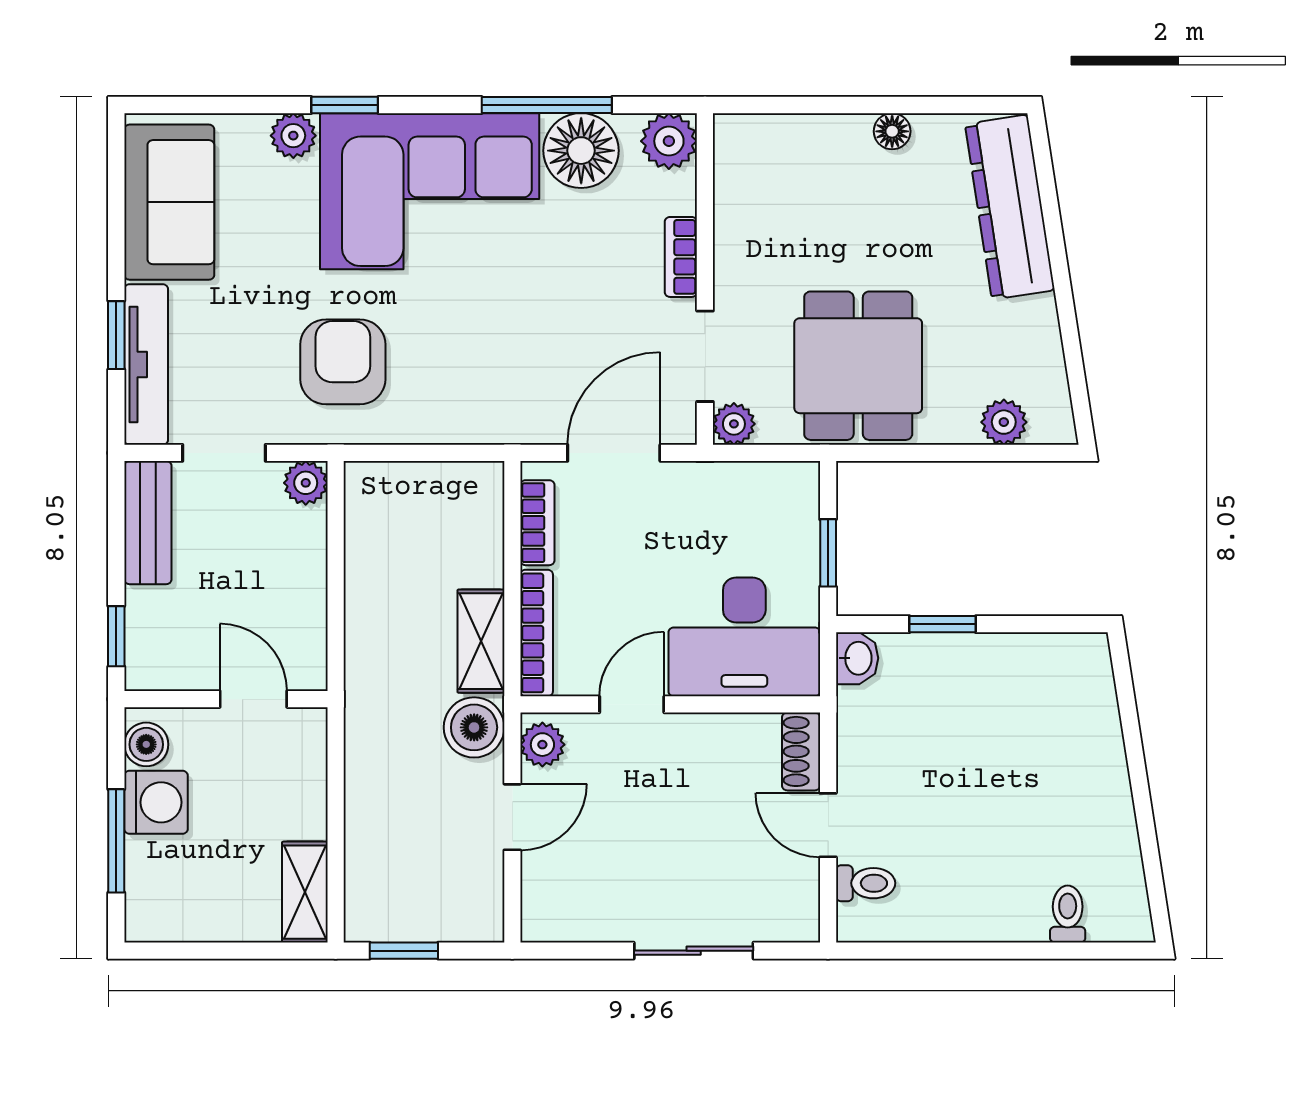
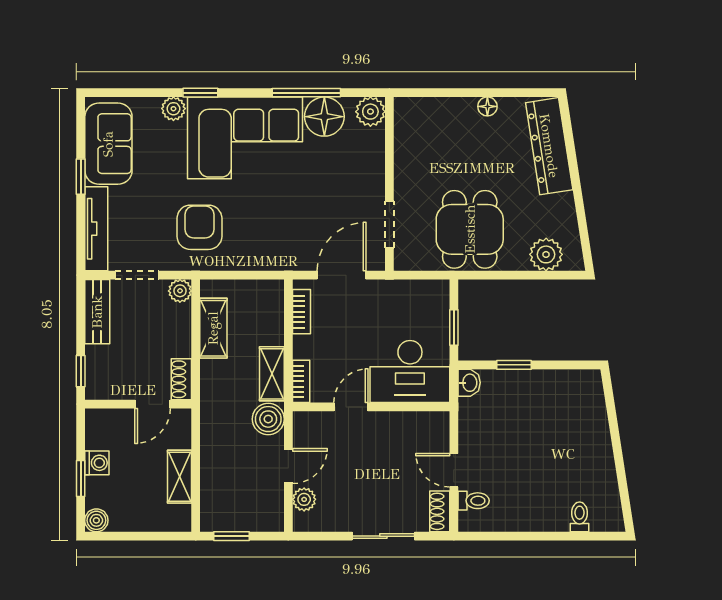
bookcase: (681, 257) -> (377, 172), removed
window: (116, 335) -> (81, 177), moved
plant: (1004, 422) -> (546, 254), width x1.38, depth x1.38
plant: (734, 424) -> (405, 260), removed
shelving: (369, 554) -> (213, 328), added
bookcase: (537, 633) -> (301, 381), width x0.64
shoe rack: (308, 652) -> (181, 379), added
door: (253, 699) -> (153, 404), swing flipped
boiler: (146, 744) -> (96, 520), moved
plant: (542, 745) -> (304, 499), moved
shoe rack: (801, 751) -> (440, 511), moved
washing machine: (156, 802) -> (97, 463), width x0.73, depth x0.73
window: (116, 841) -> (81, 479), width x0.67
shelving: (305, 892) -> (180, 477), moved

